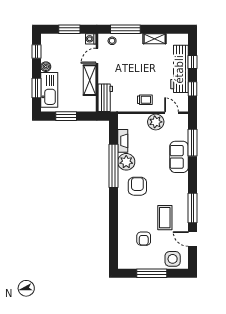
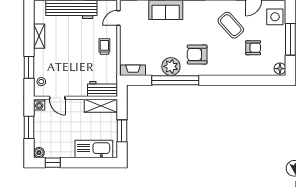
window: (125, 29) -> (29, 67), width x0.69
boiler: (46, 67) -> (39, 153), moved
shelving: (90, 80) -> (101, 106), moved
window: (36, 88) -> (92, 163), removed
plant: (156, 122) -> (128, 35), removed
fireplace: (123, 141) -> (133, 70), moved
coffee table: (165, 218) -> (231, 25), turned 48
floor lamp: (124, 264) -> (280, 69), added

